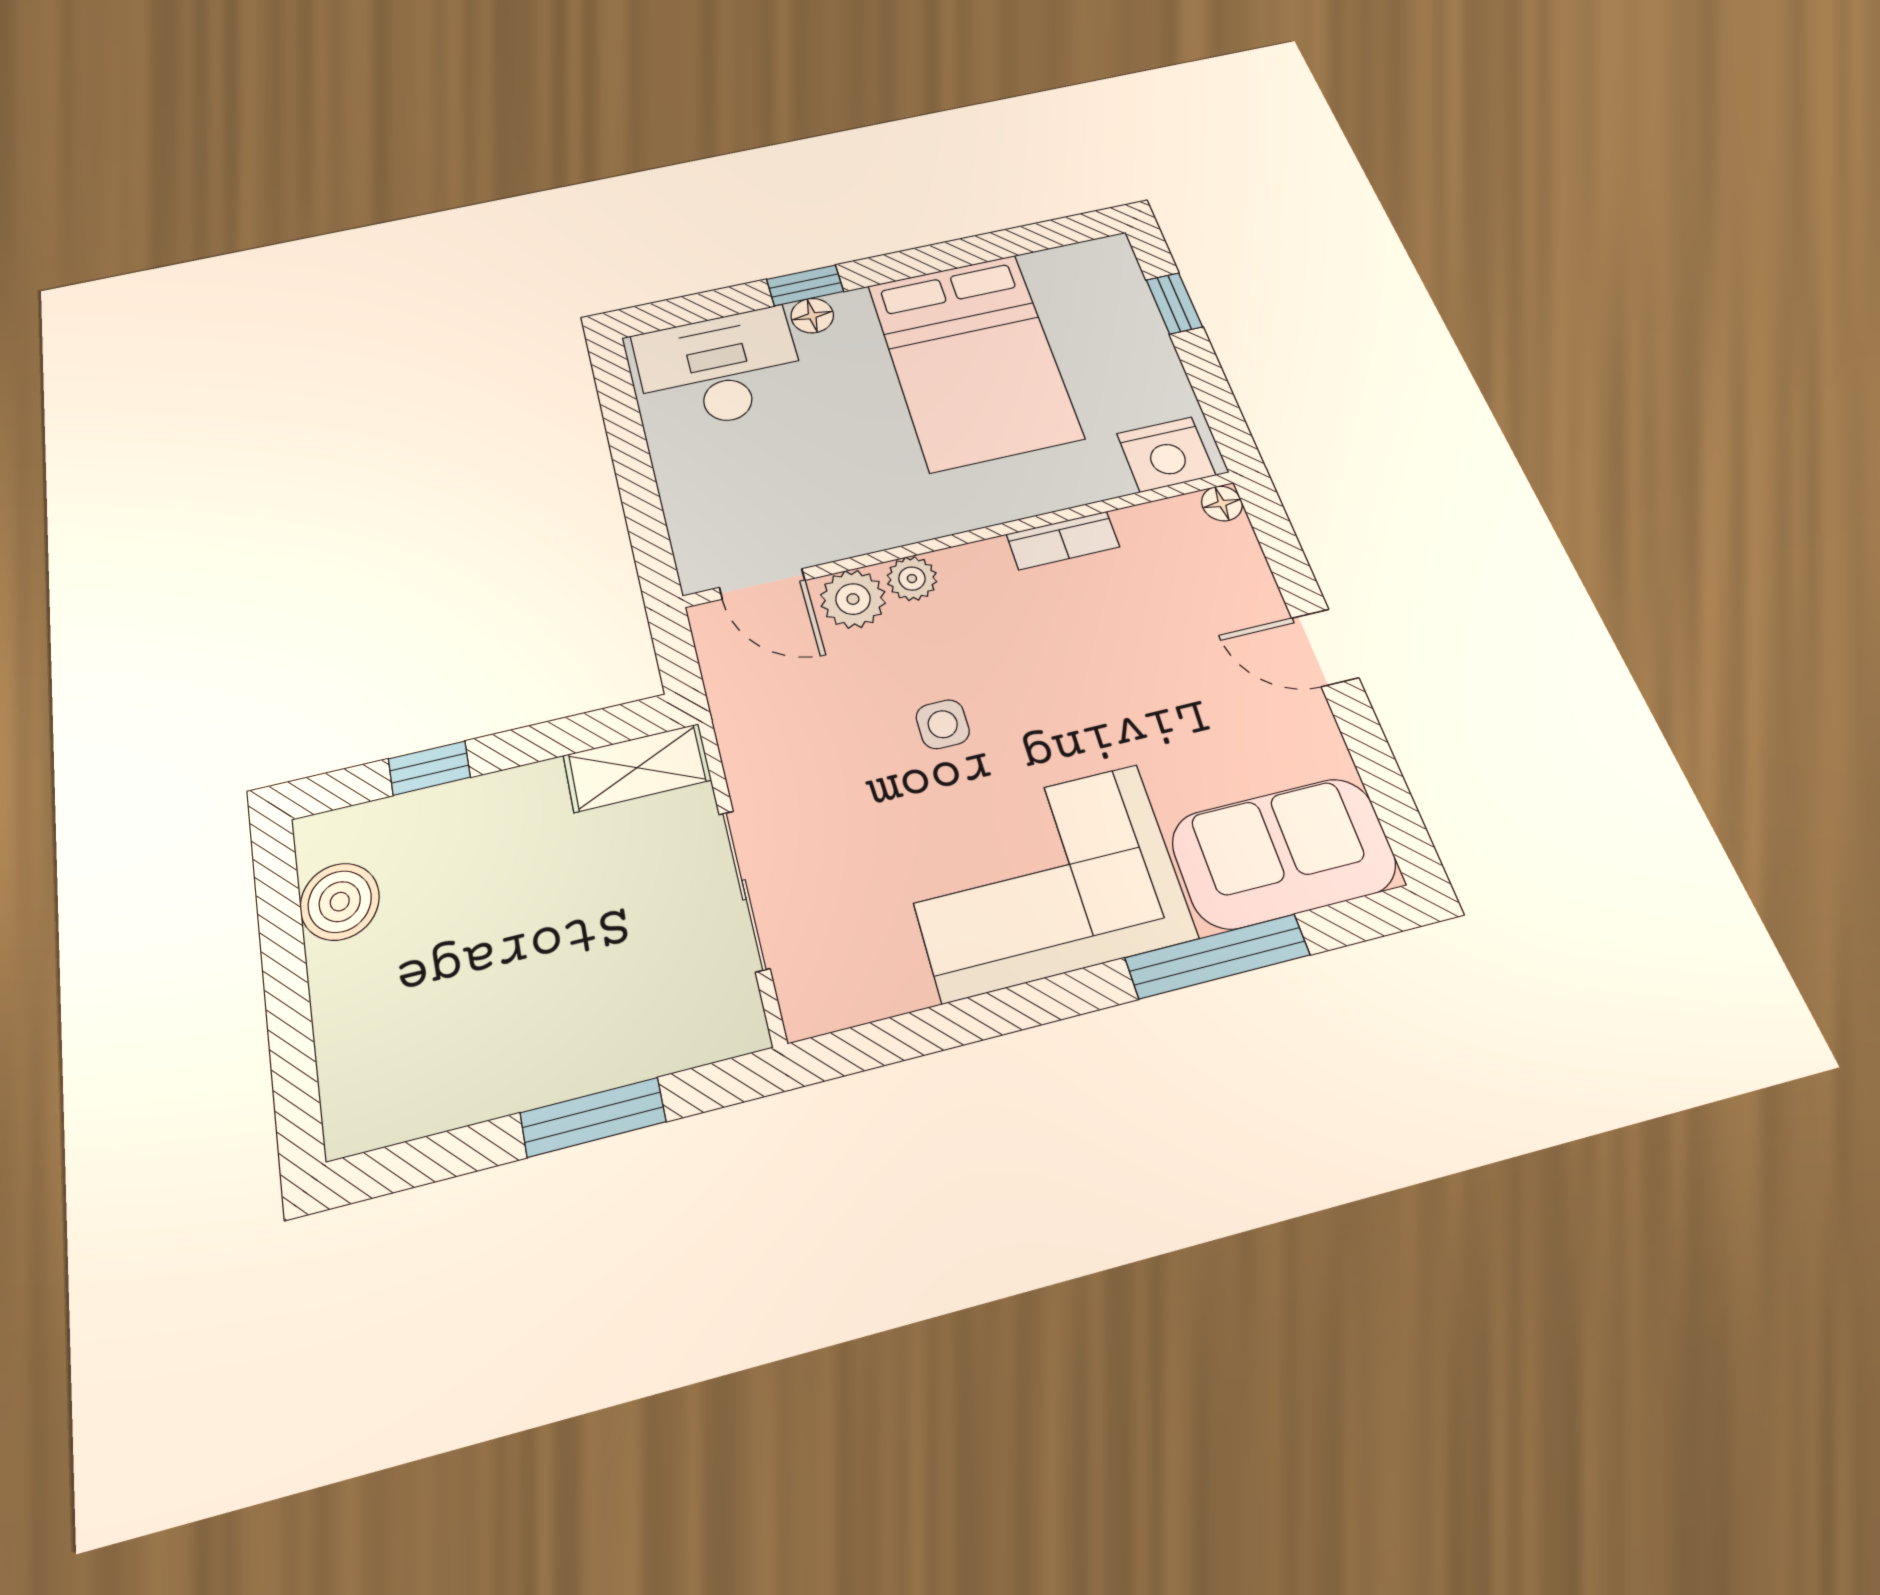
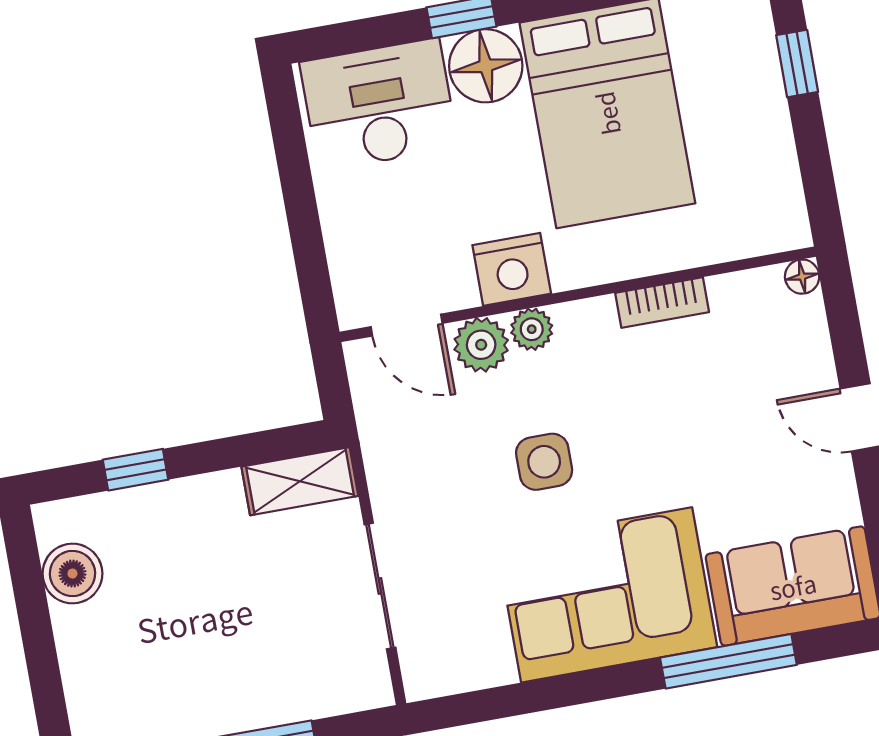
floor lamp: (812, 316) -> (486, 66), width x1.89, depth x1.89
nightstand: (1166, 454) -> (512, 269), moved
side table: (943, 724) -> (544, 462), width x1.37, depth x1.37

